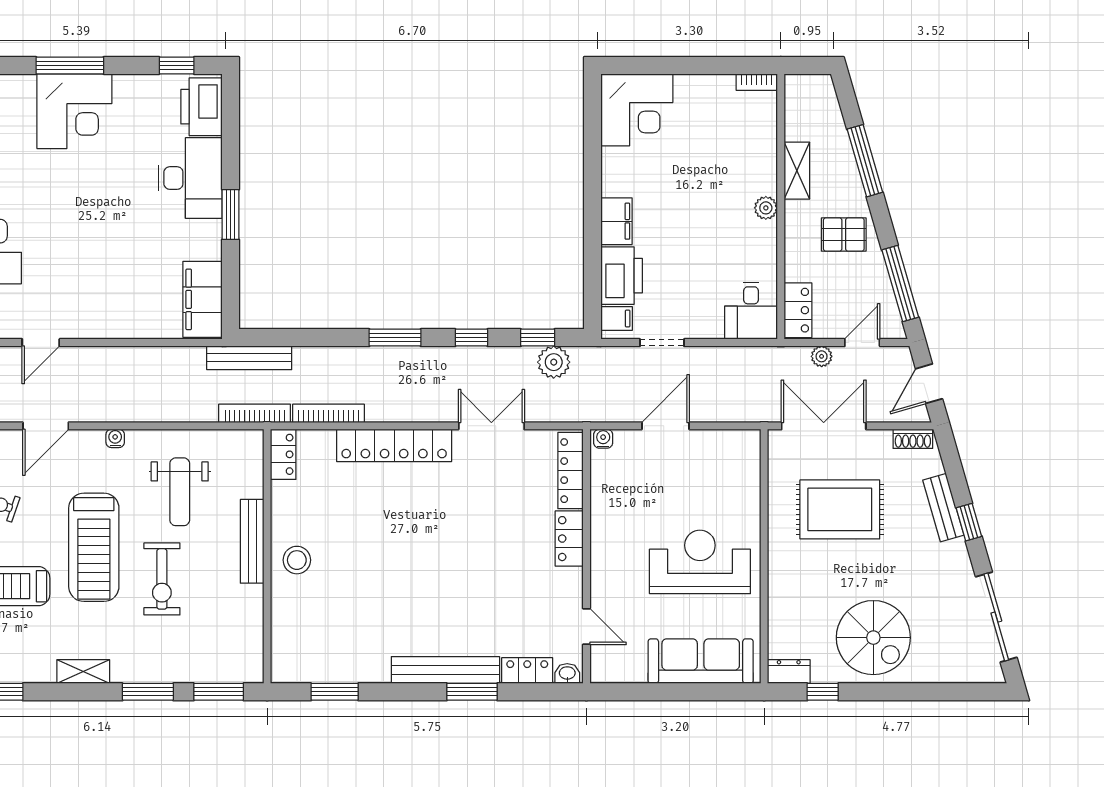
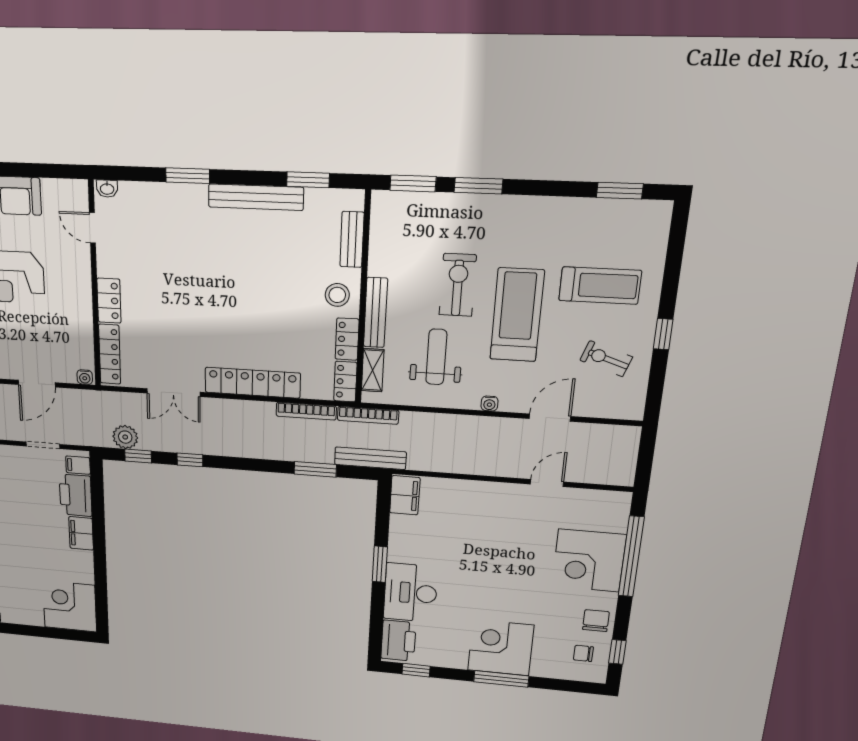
filing cabinet: (202, 299) -> (405, 495), width x0.67, depth x0.86
window: (395, 338) -> (315, 469), moved
bench: (283, 626) -> (352, 239), added
bench: (445, 670) -> (256, 197), moved
locker: (527, 671) -> (347, 339), moved, turned 90
shelving: (83, 672) -> (373, 370), moved, turned 90

